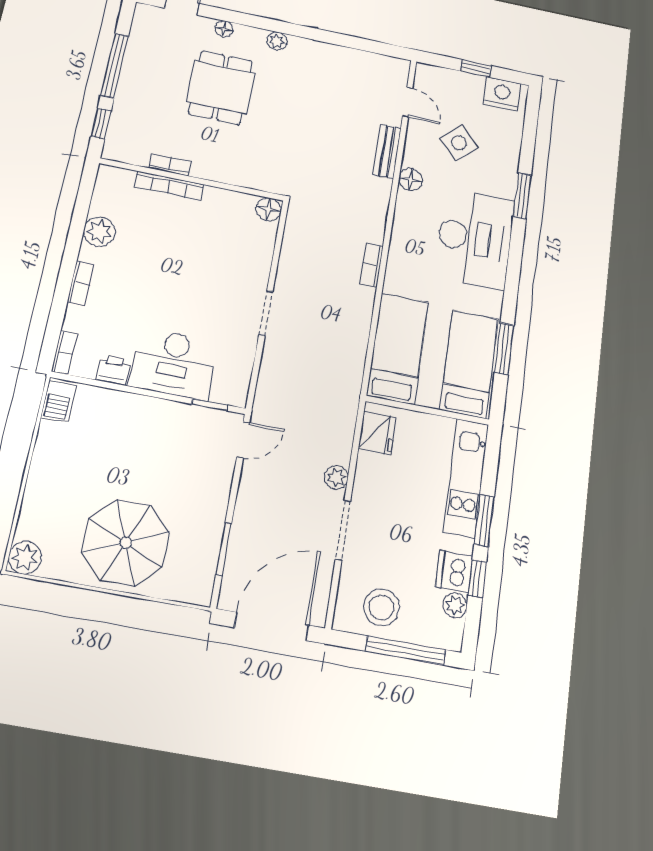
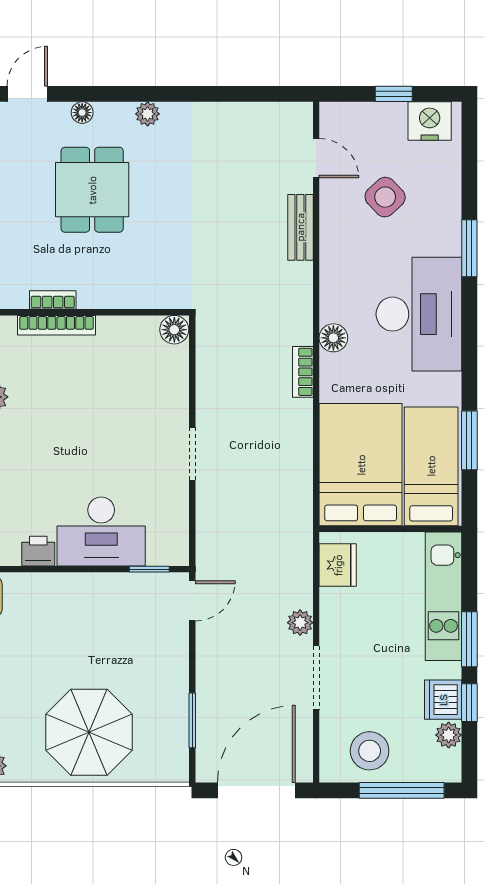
floor lamp: (410, 180) -> (333, 338), moved
bed: (397, 348) -> (361, 465), width x1.50

